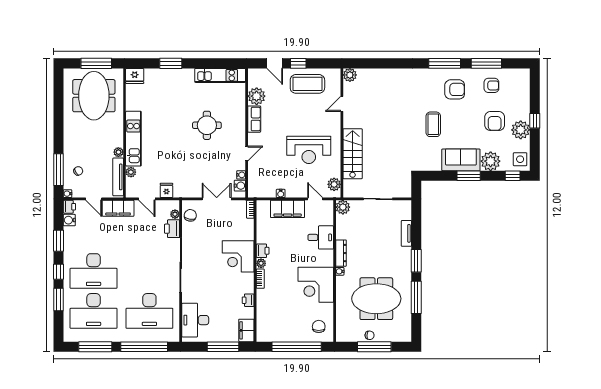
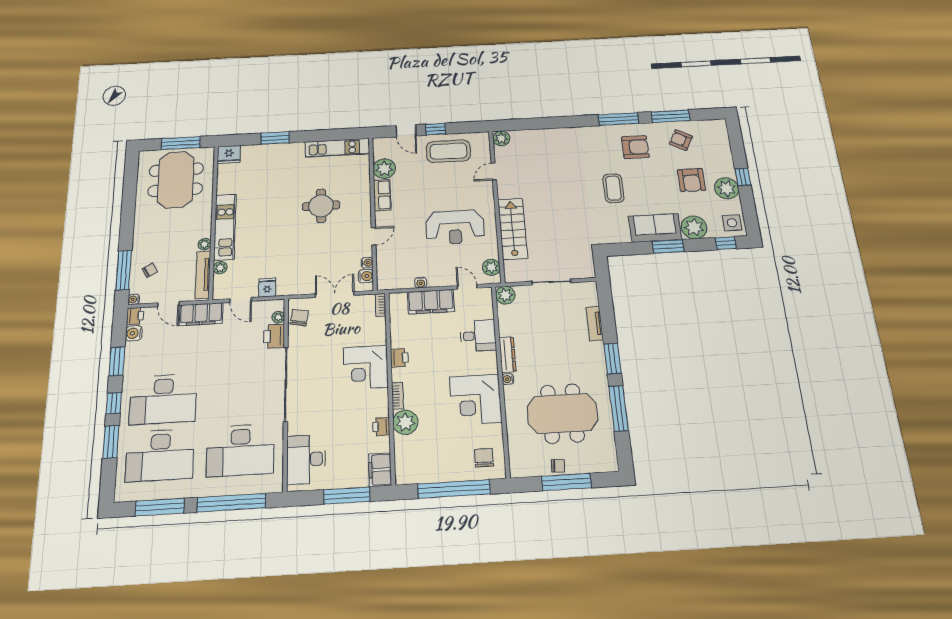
armchair: (491, 85) -> (681, 140), turned -151
plant: (261, 263) -> (405, 422), moved, width x1.88, depth x1.88

